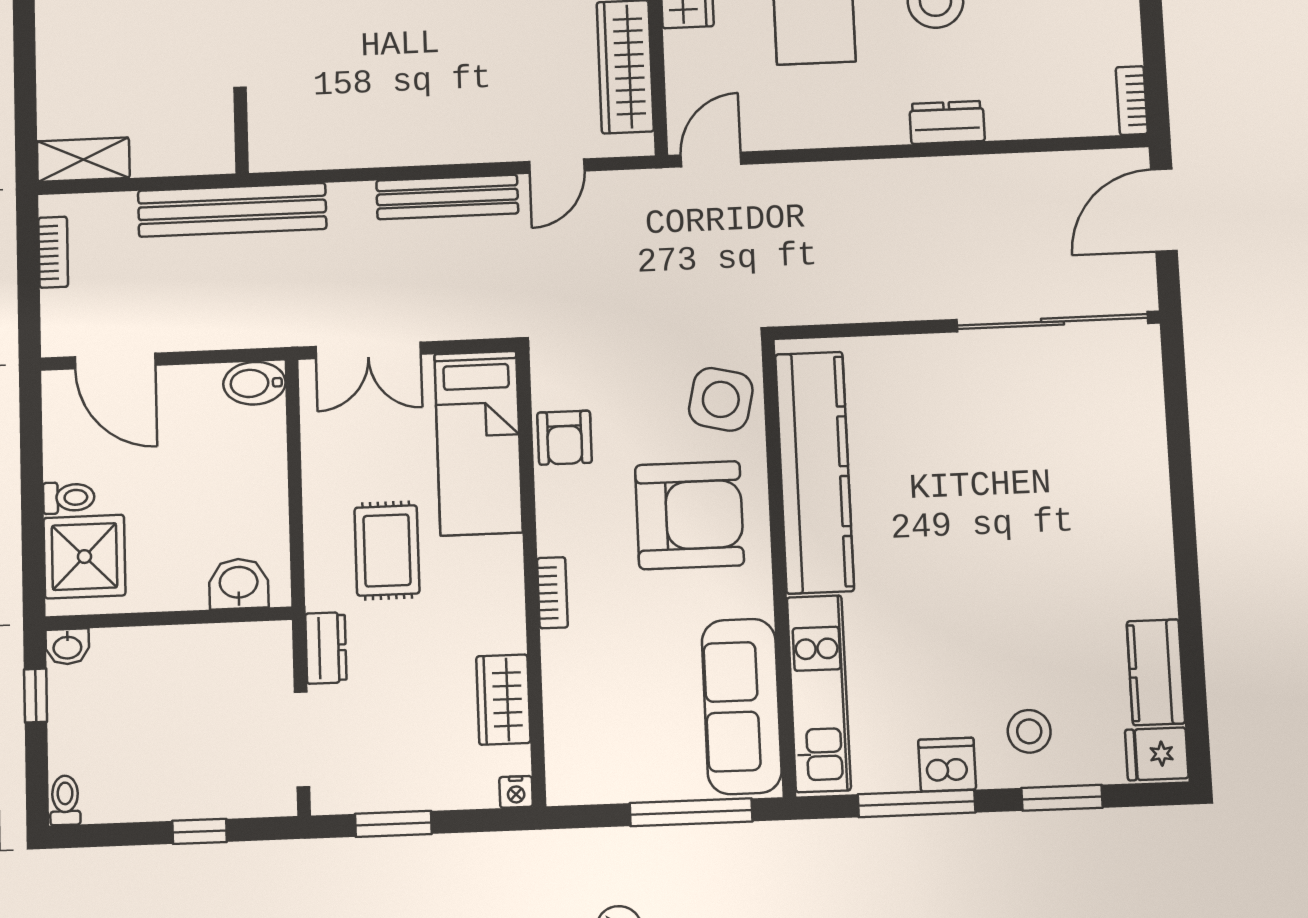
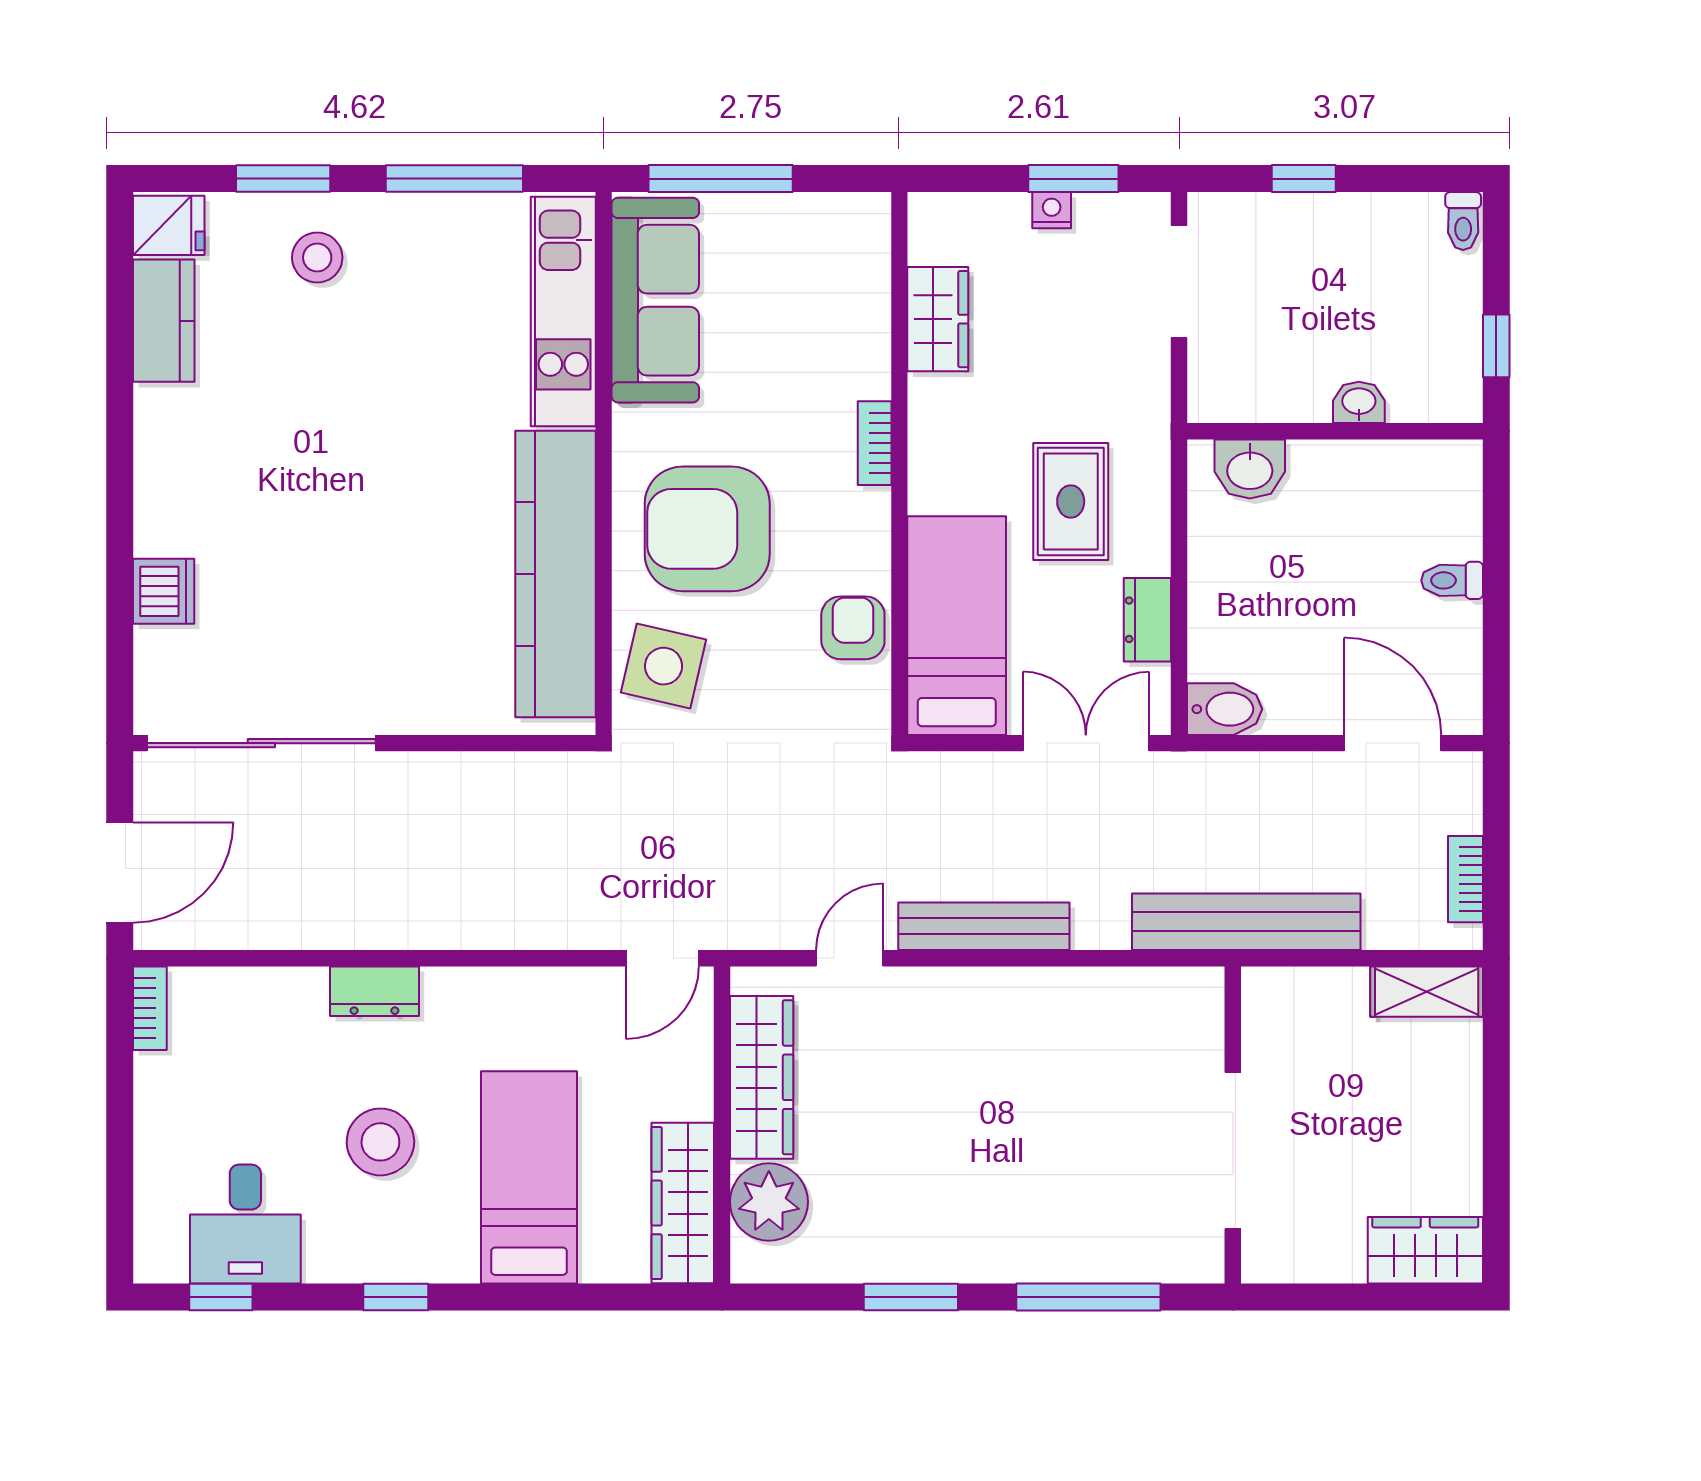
shower: (84, 557) -> (1434, 509), removed
washbasin: (67, 647) -> (1359, 402), moved
dresser: (326, 648) -> (1147, 620), moved
dishwasher: (947, 765) -> (164, 591), moved, turned -90
nightstand: (516, 792) -> (1052, 210), moved

